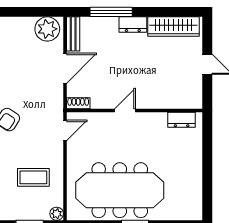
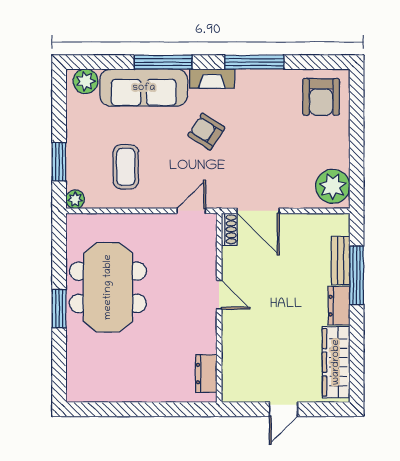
bench: (73, 34) -> (341, 260), moved, turned 90
door: (65, 68) -> (258, 211), moved
door: (65, 130) -> (191, 211), swing flipped
meeting table: (120, 190) -> (108, 287), width x0.73

